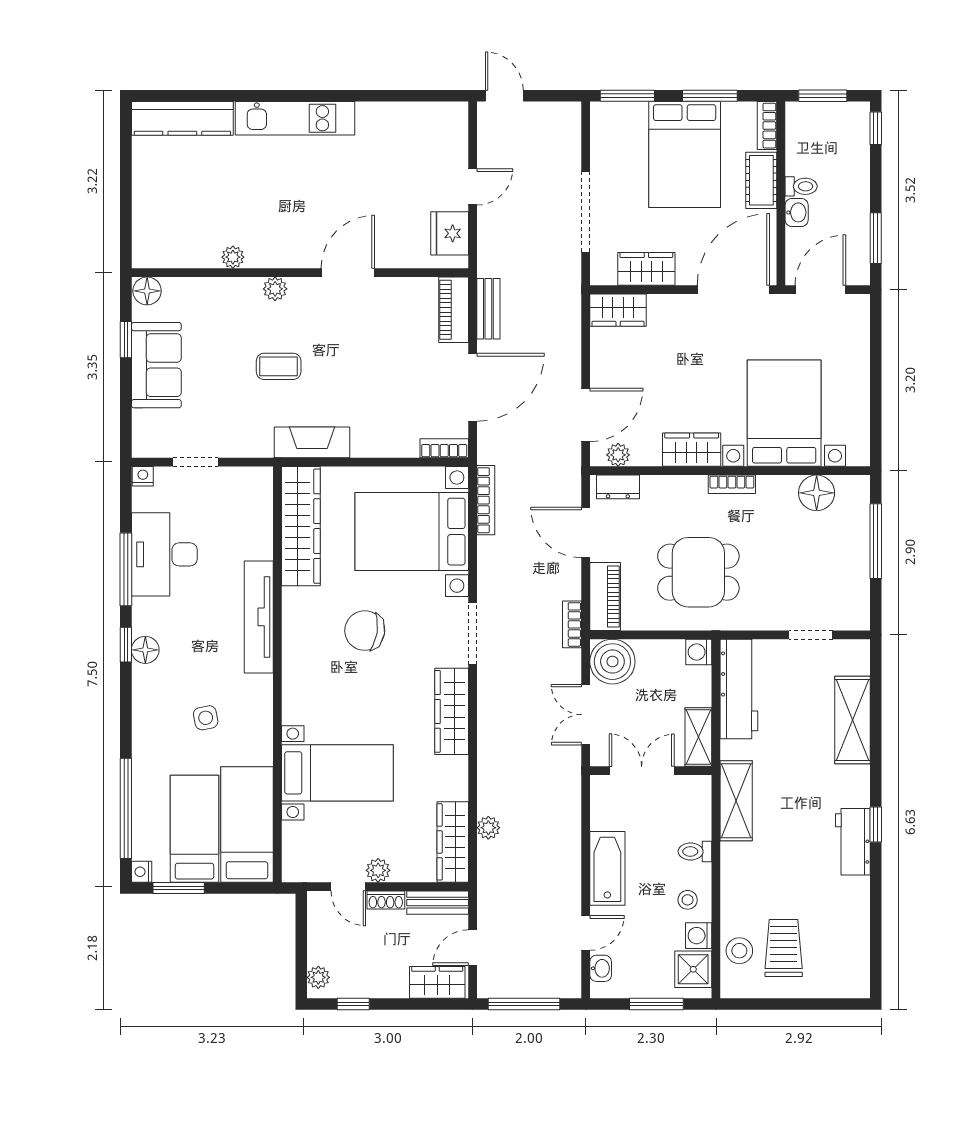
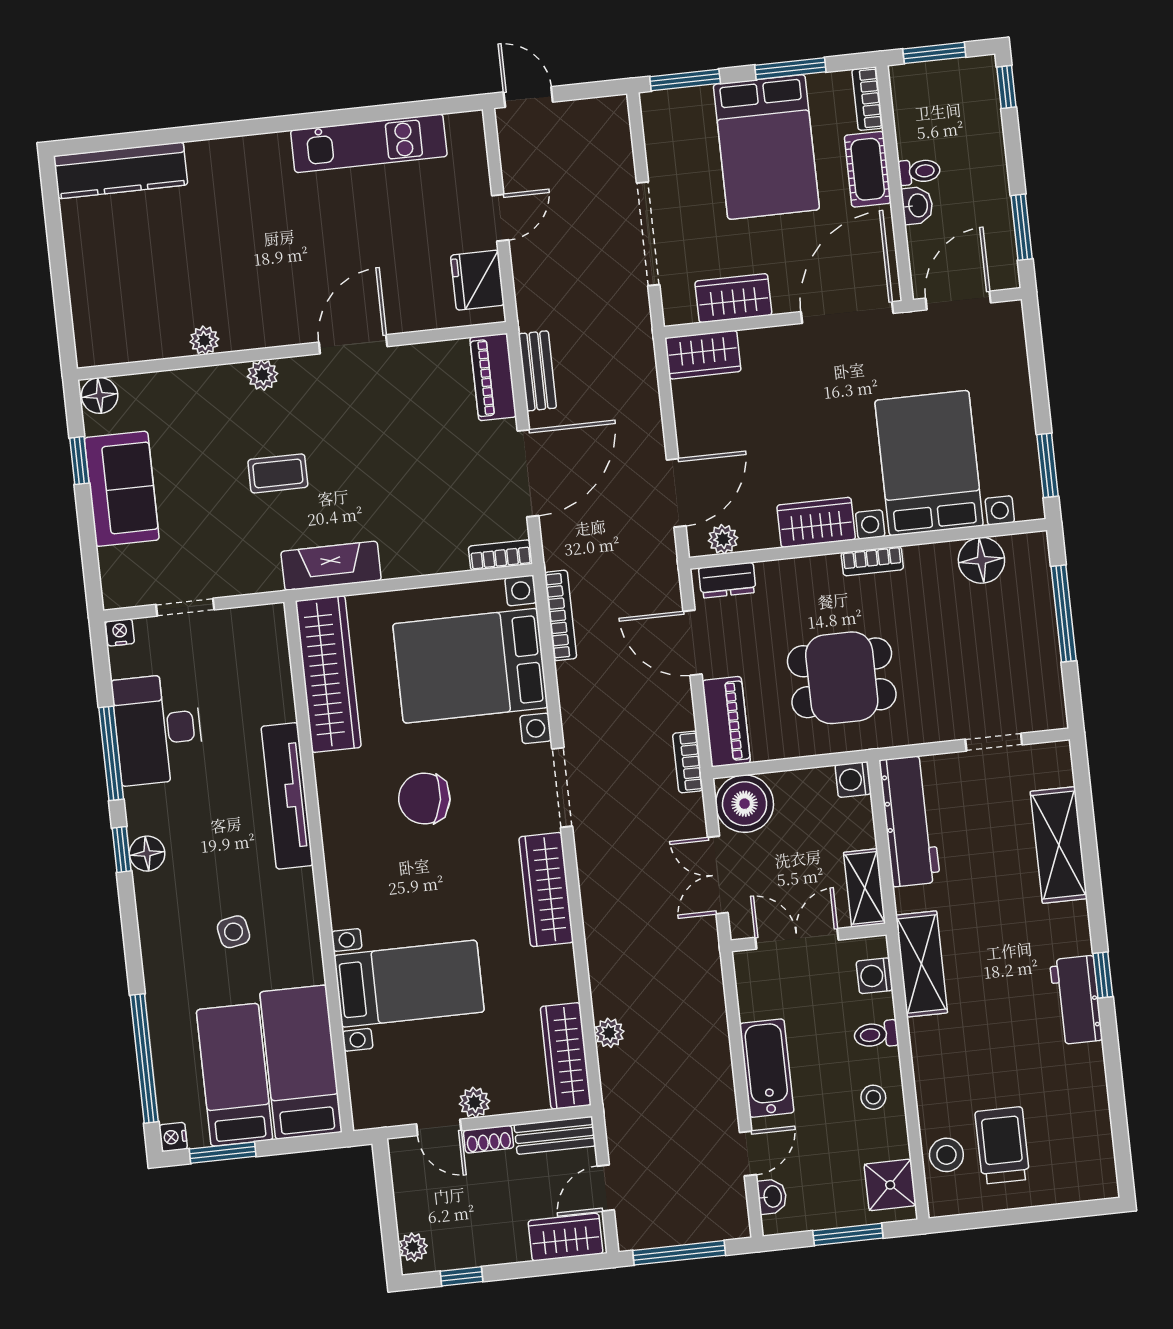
kitchen unit: (295, 118) -> (369, 143), moved
window: (876, 425) -> (1048, 465), added
washing machine: (699, 936) -> (874, 976), moved

